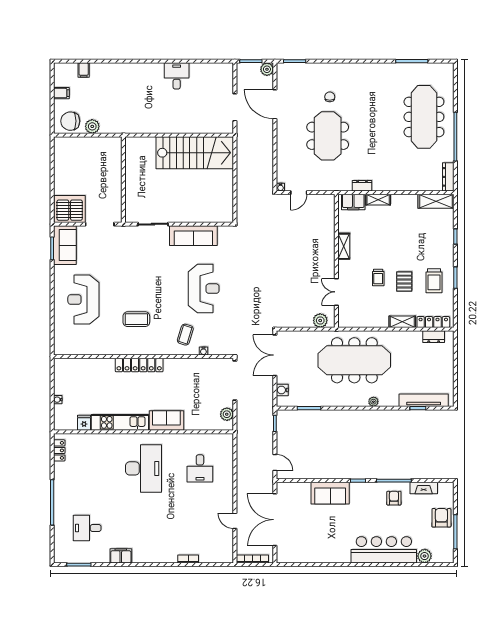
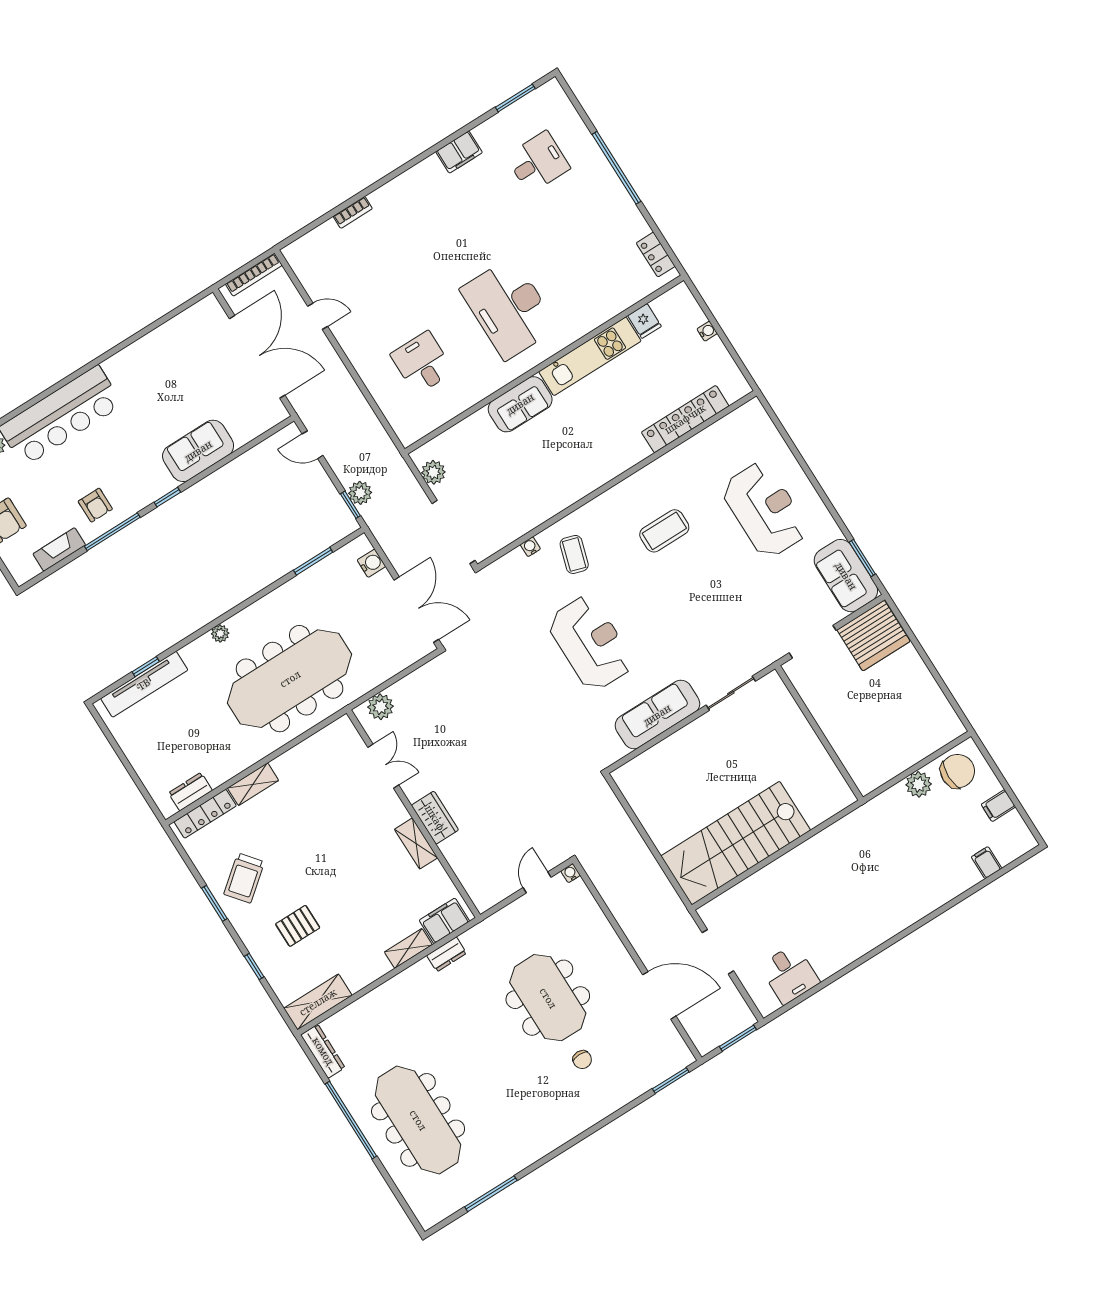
plant: (267, 69) -> (360, 493), moved
desk: (177, 76) -> (789, 974), moved
wardrobe: (327, 253) -> (435, 818), added
trolley: (378, 277) -> (333, 829), removed
trolley: (434, 281) -> (244, 878), turned -129
pallet: (404, 282) -> (298, 926), moved, turned 90
reception desk: (204, 289) -> (591, 643), turned 180
locker: (139, 365) -> (685, 419), moved

